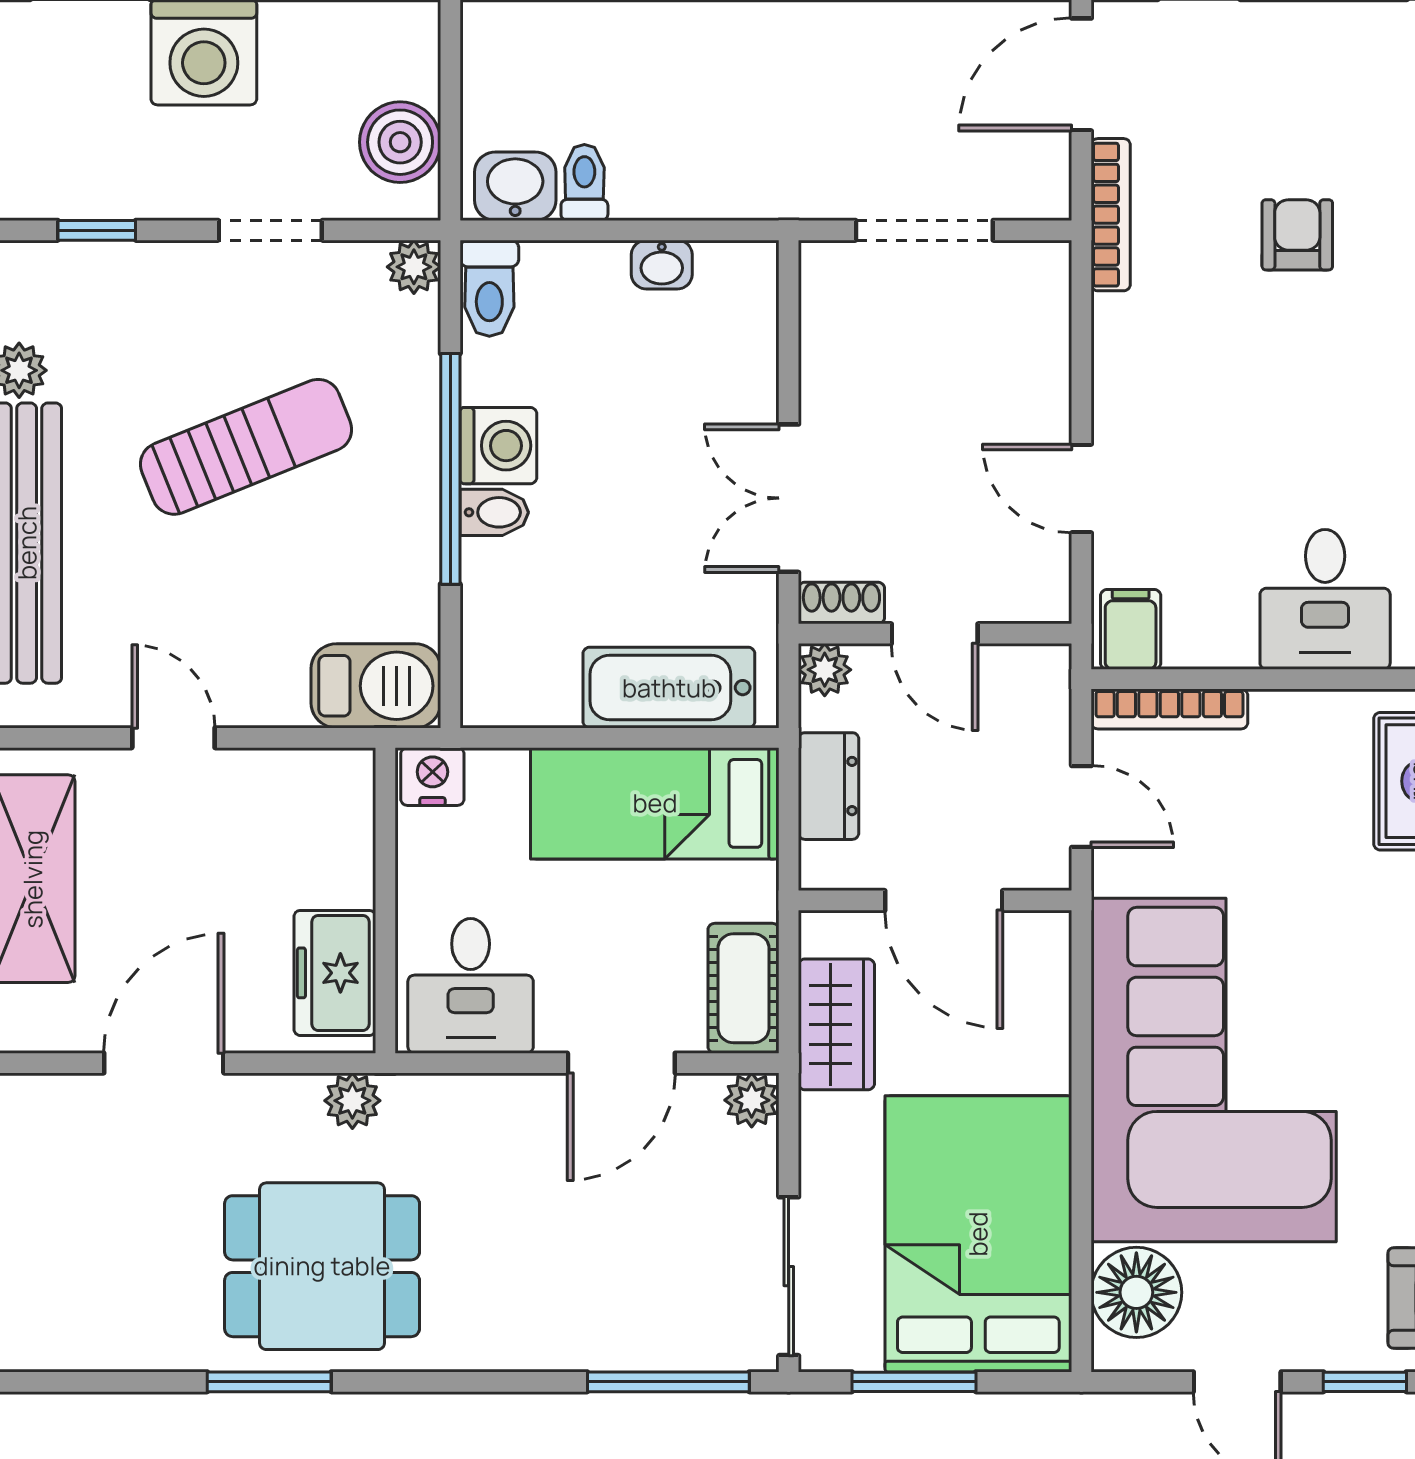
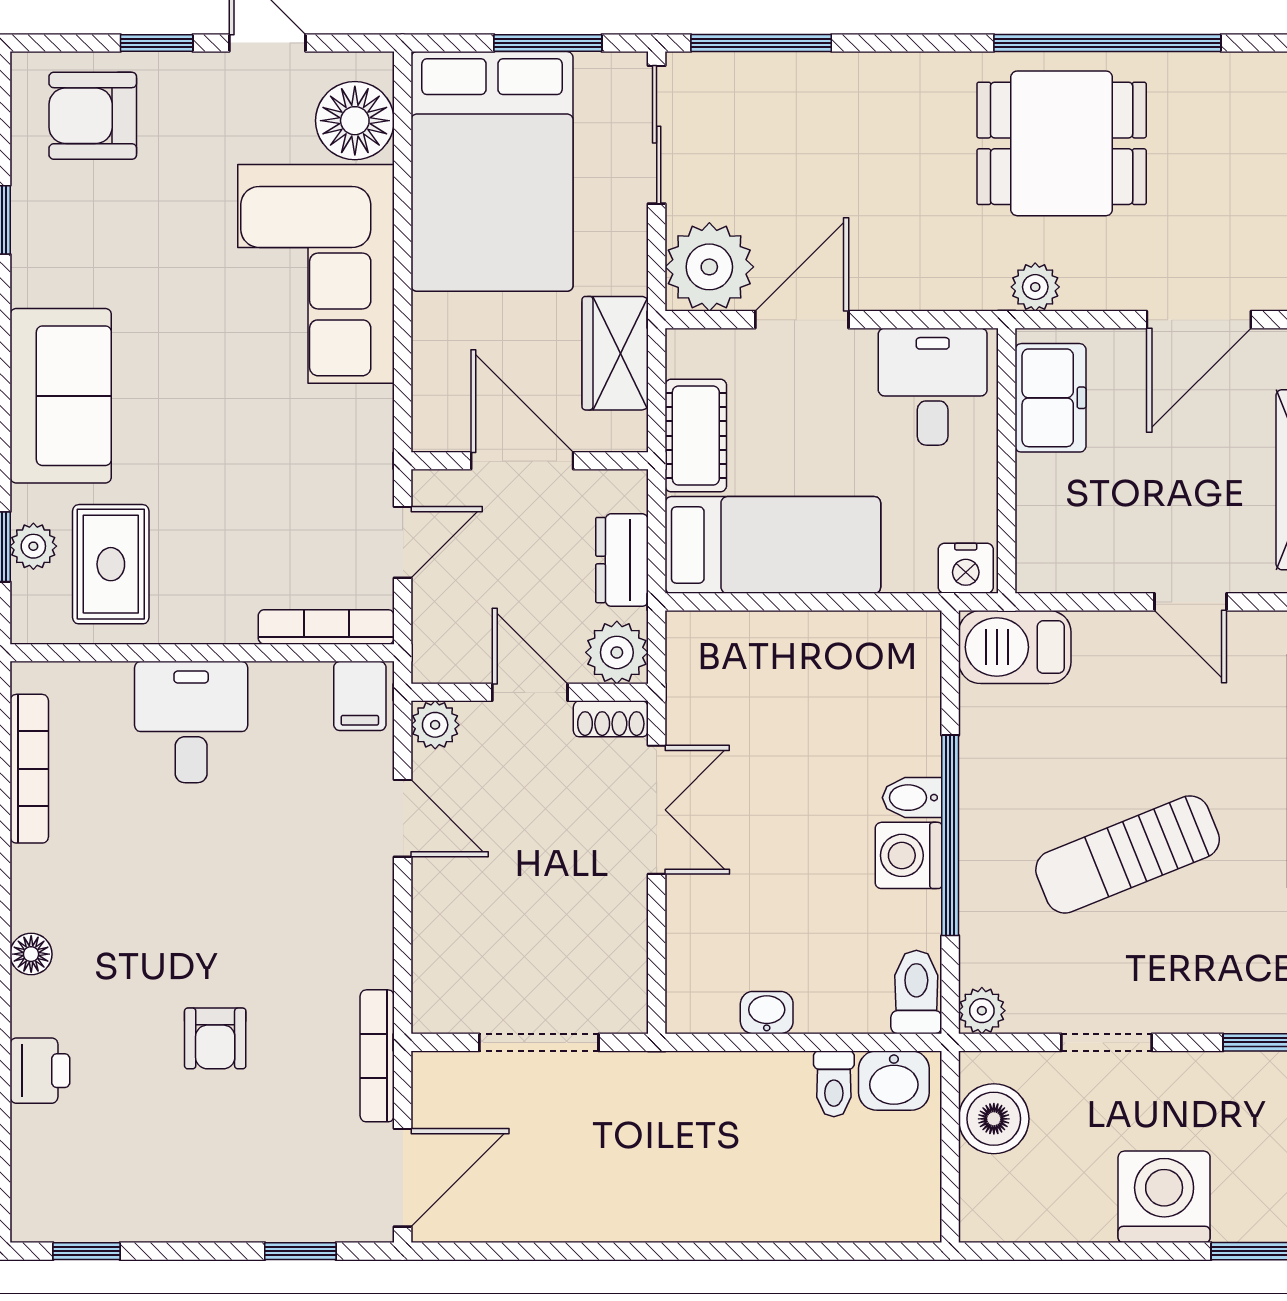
plant: (1044, 596) -> (435, 725), added
plant: (825, 670) -> (617, 652), width x1.38, depth x1.38
bathtub: (669, 688) -> (761, 645), removed
door: (1081, 806) -> (403, 542), swing flipped
cot: (744, 988) -> (696, 436), moved
corner sofa: (1214, 1070) -> (316, 274), width x0.73, depth x0.74
plant: (752, 1100) -> (709, 267), width x1.88, depth x1.88
window: (269, 1382) -> (1107, 43), width x2.11

